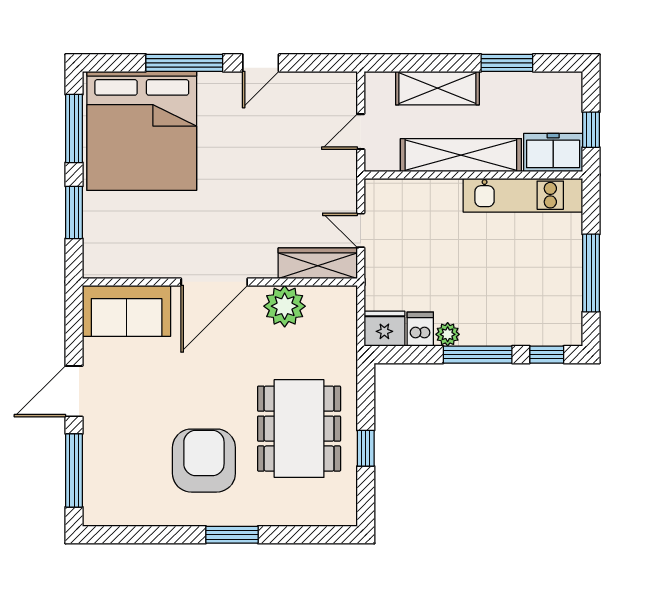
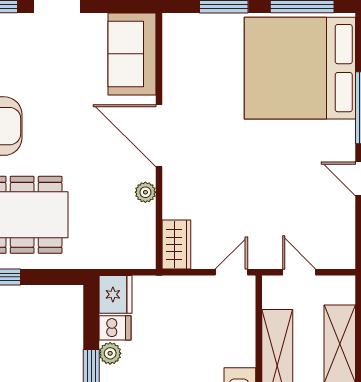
door: (361, 230) -> (231, 272), moved
wardrobe: (318, 263) -> (176, 244), width x0.67
plant: (285, 306) -> (145, 192), width x0.53, depth x0.53

